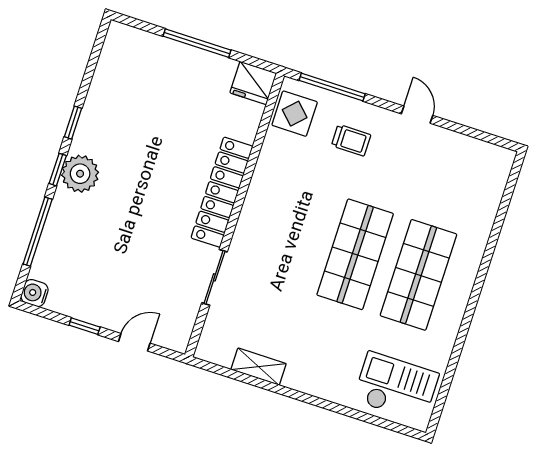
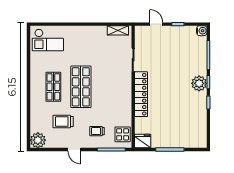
plant: (494, 163) -> (38, 140), added
trolley: (422, 188) -> (63, 122), added
shop shelf: (418, 275) -> (53, 87), width x0.70, depth x0.74
door: (134, 342) -> (156, 24), swing flipped
shelving: (259, 367) -> (118, 30), moved

